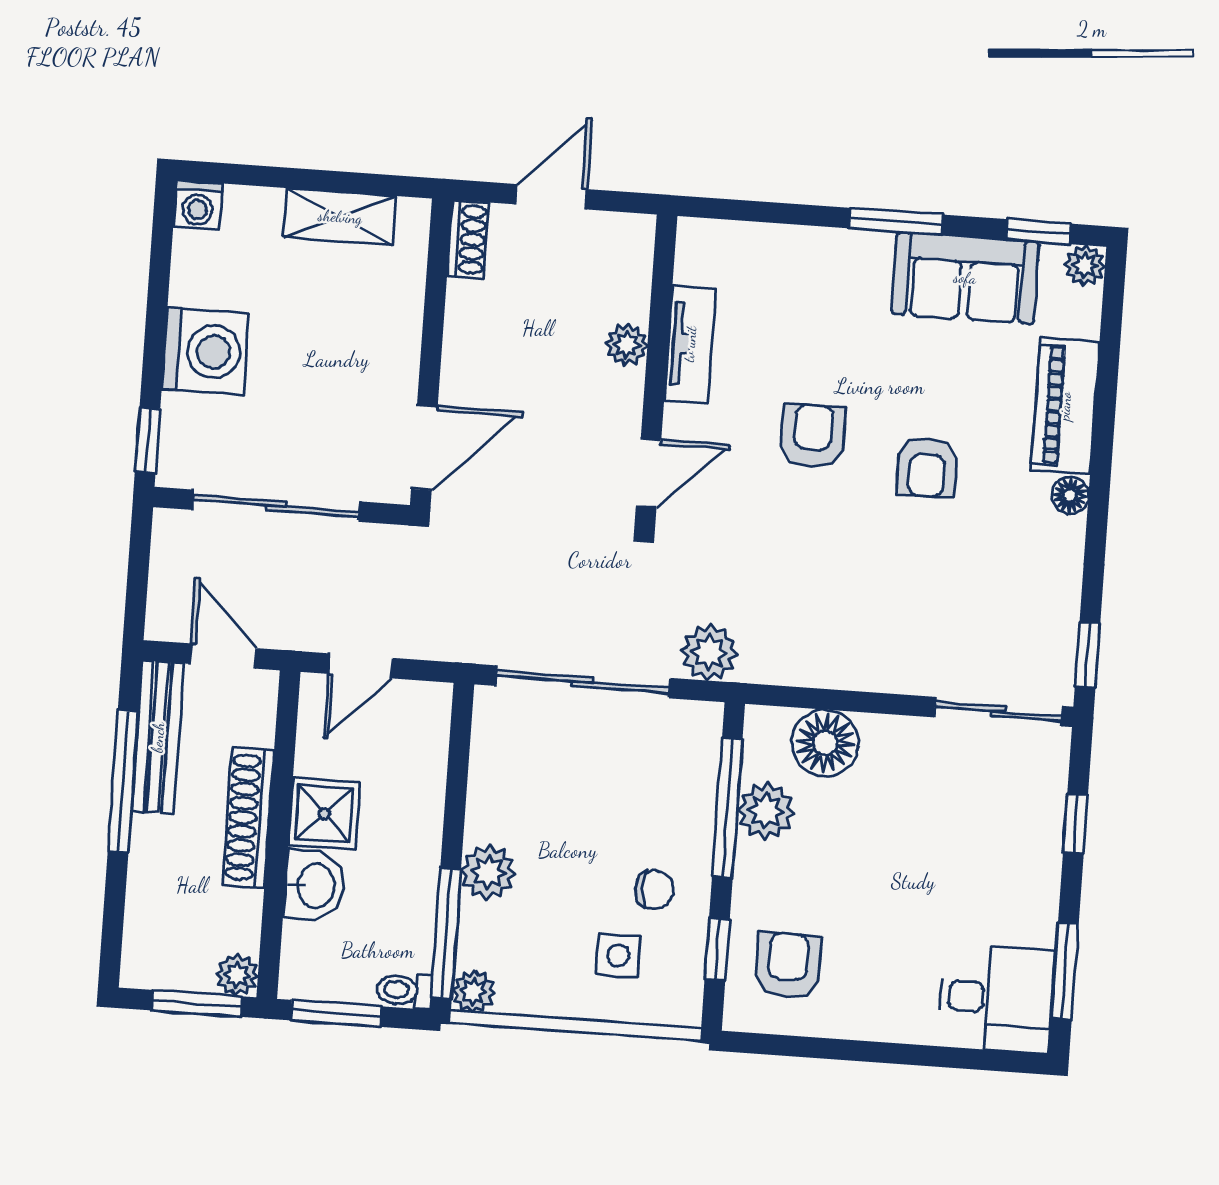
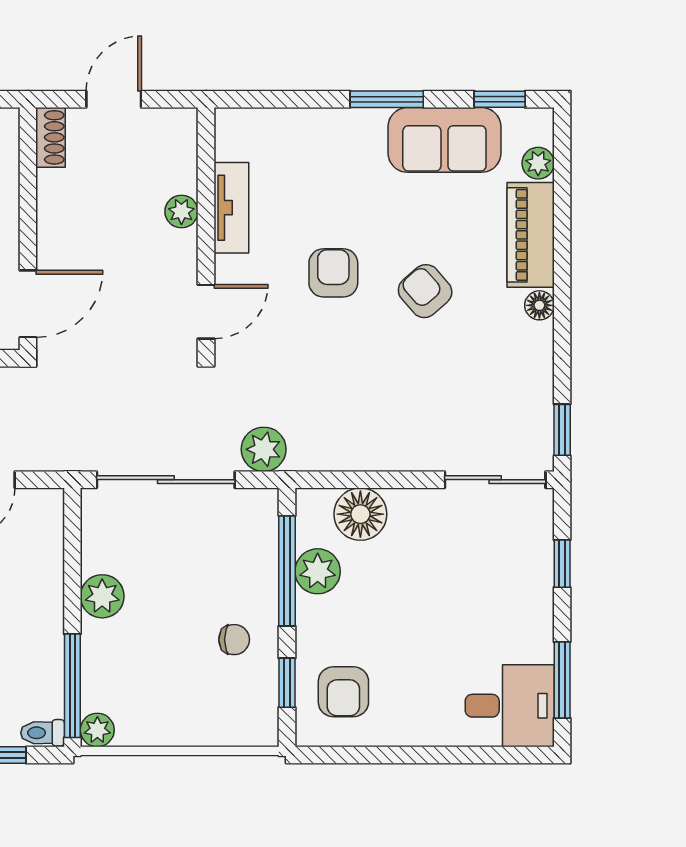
plant: (1085, 266) -> (538, 163), moved
armchair: (927, 467) -> (425, 291), turned 139
plant: (488, 872) -> (102, 596), moved
side table: (619, 955) -> (210, 693), removed
armchair: (788, 966) -> (343, 692), turned 180

